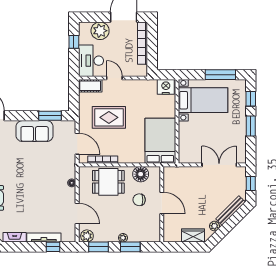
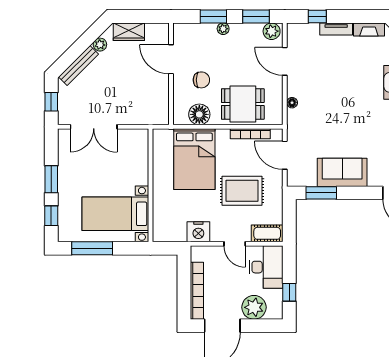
nightstand: (166, 87) -> (198, 232), moved
bed: (160, 141) -> (194, 159), moved
door: (162, 203) -> (171, 59), moved
tv unit: (44, 238) -> (336, 29), width x0.71

